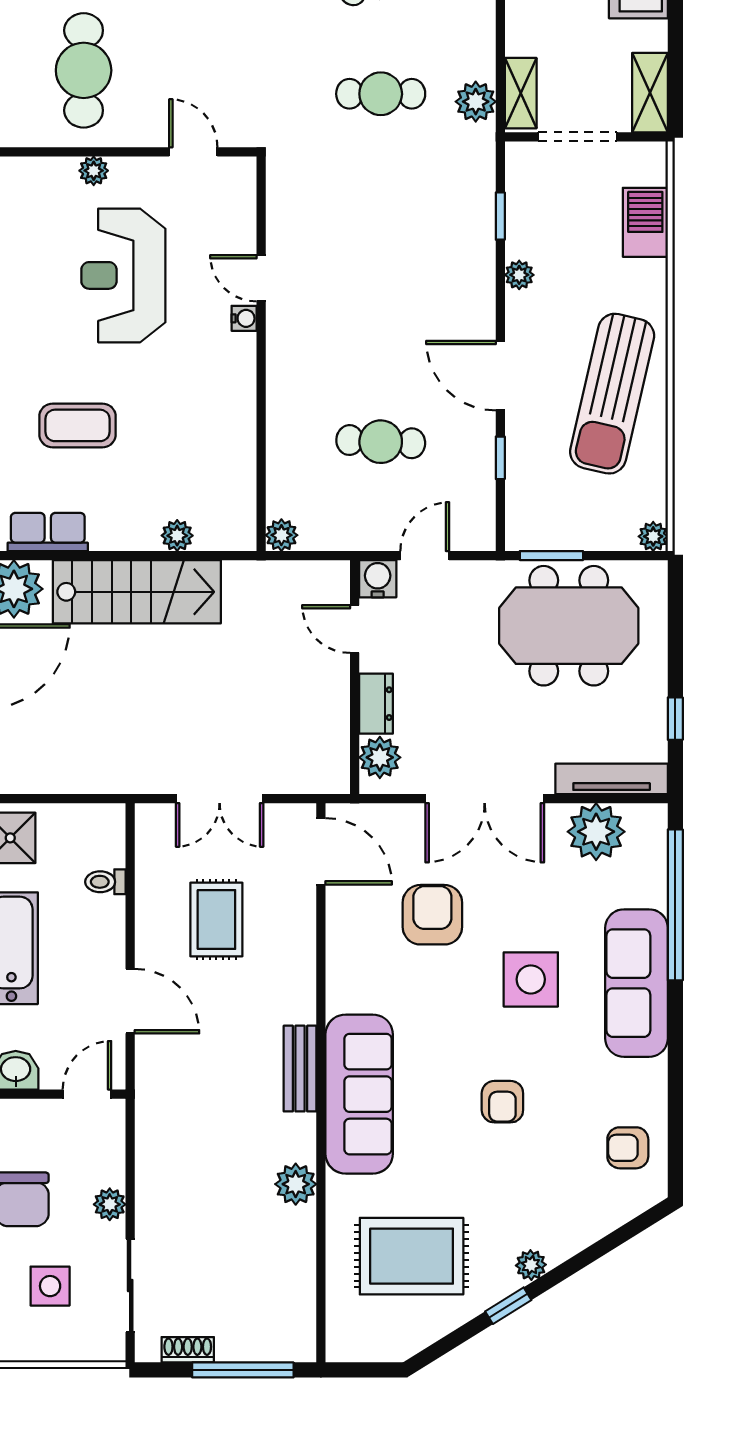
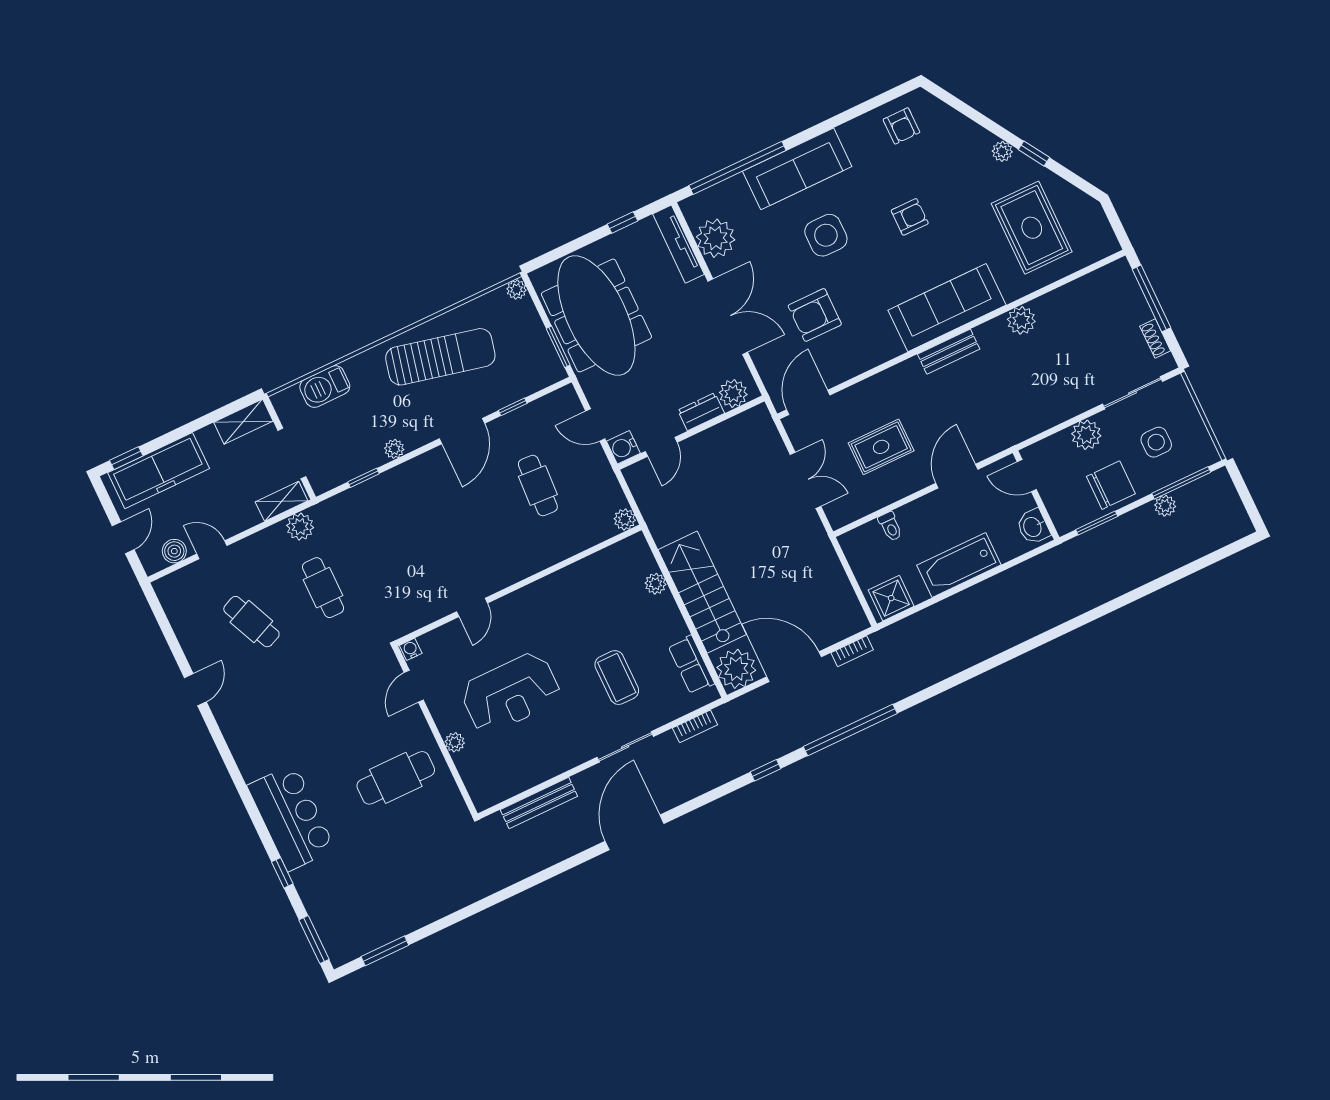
water cooler: (244, 318) -> (411, 649), moved
meeting table: (569, 626) -> (596, 315), width x1.36
plant: (110, 1204) -> (1086, 435), width x1.38, depth x1.38

